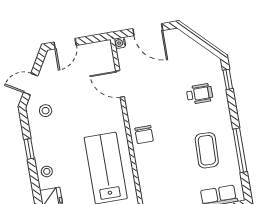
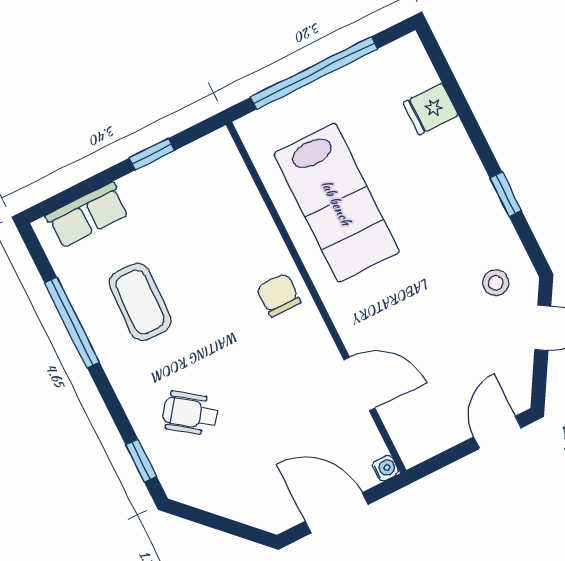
wheelchair: (200, 94) -> (190, 413), turned 36
stool: (47, 171) -> (455, 159), removed

